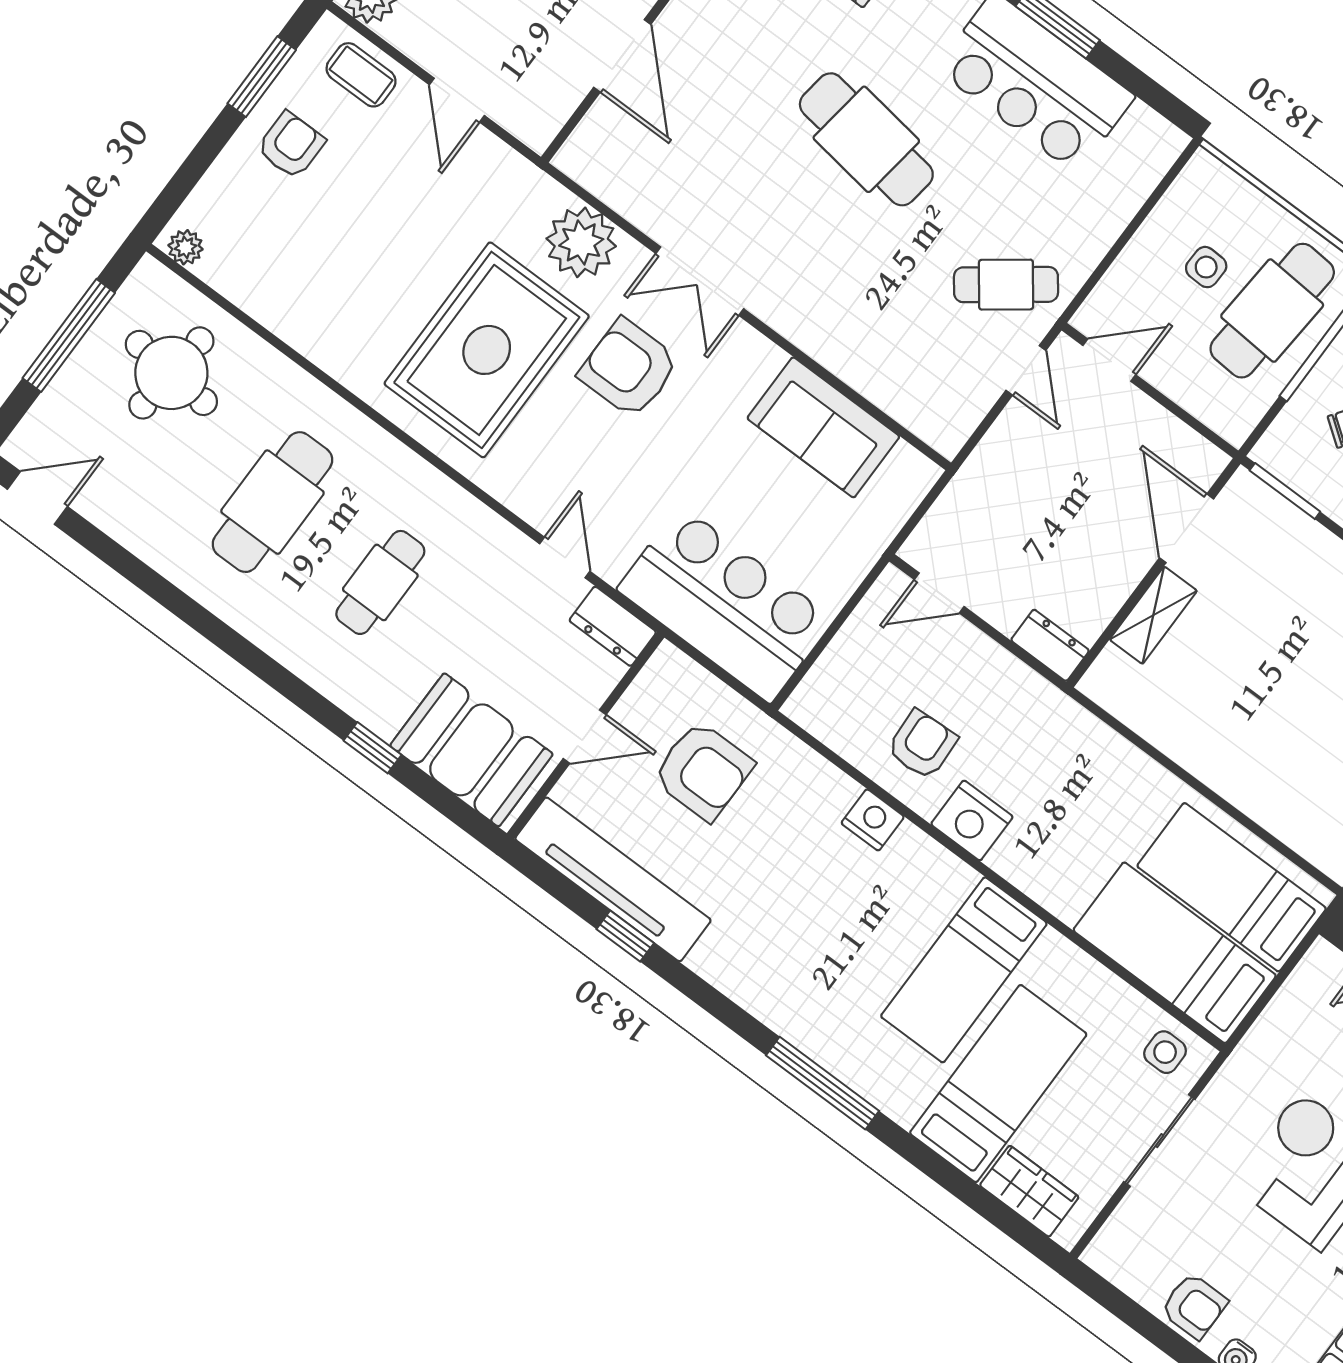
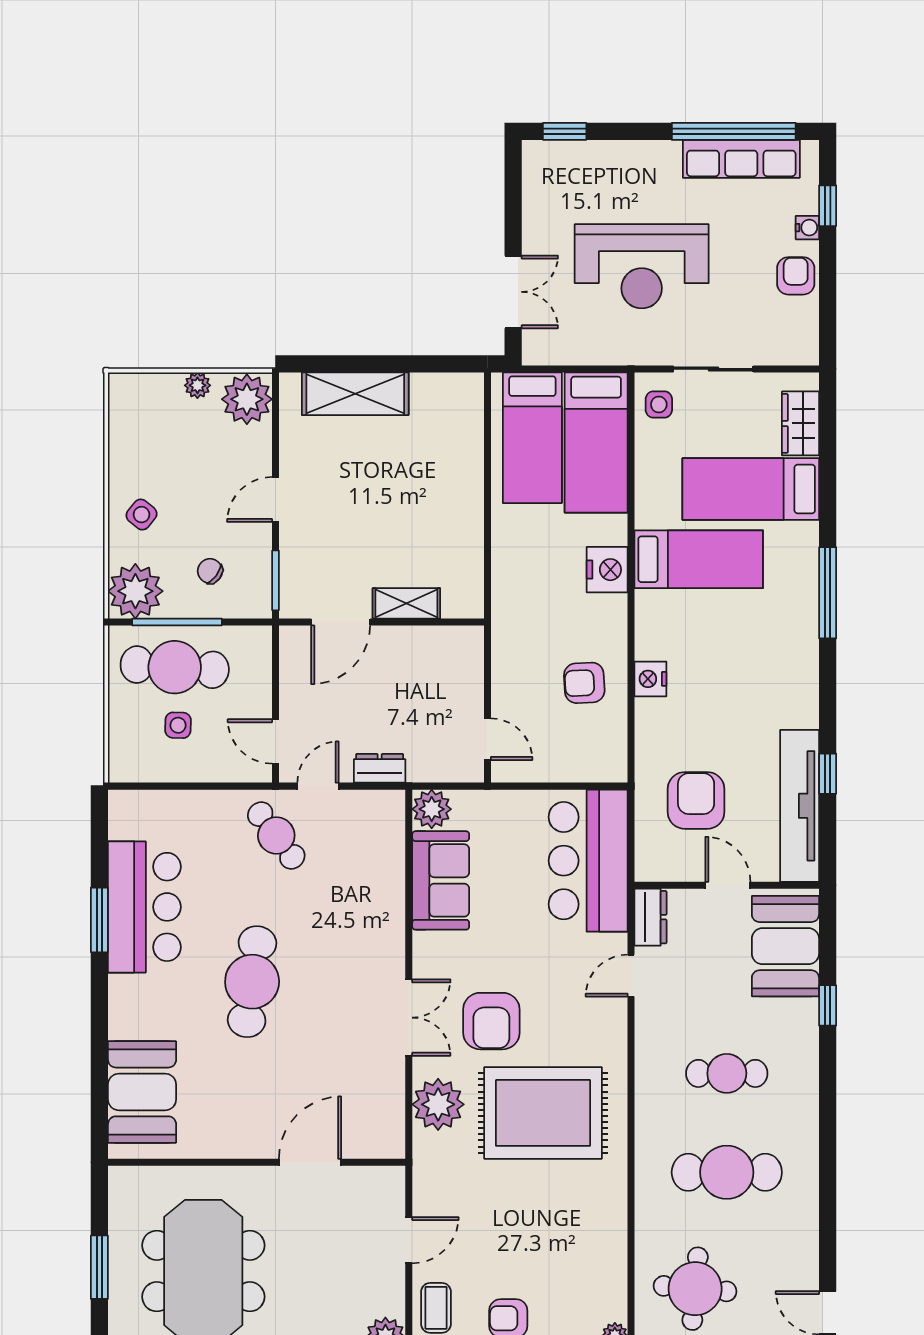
plant: (909, 476) -> (432, 809), added
dresser: (1050, 645) -> (380, 768), moved, turned 90
nightstand: (972, 820) -> (607, 570), moved

